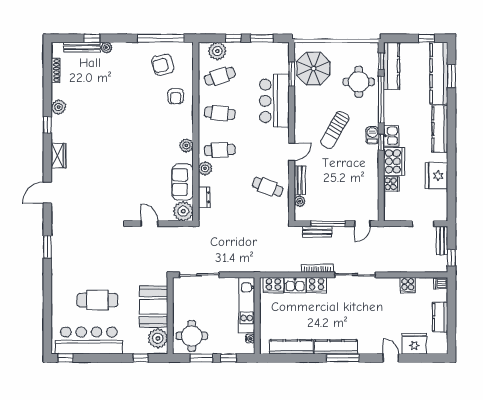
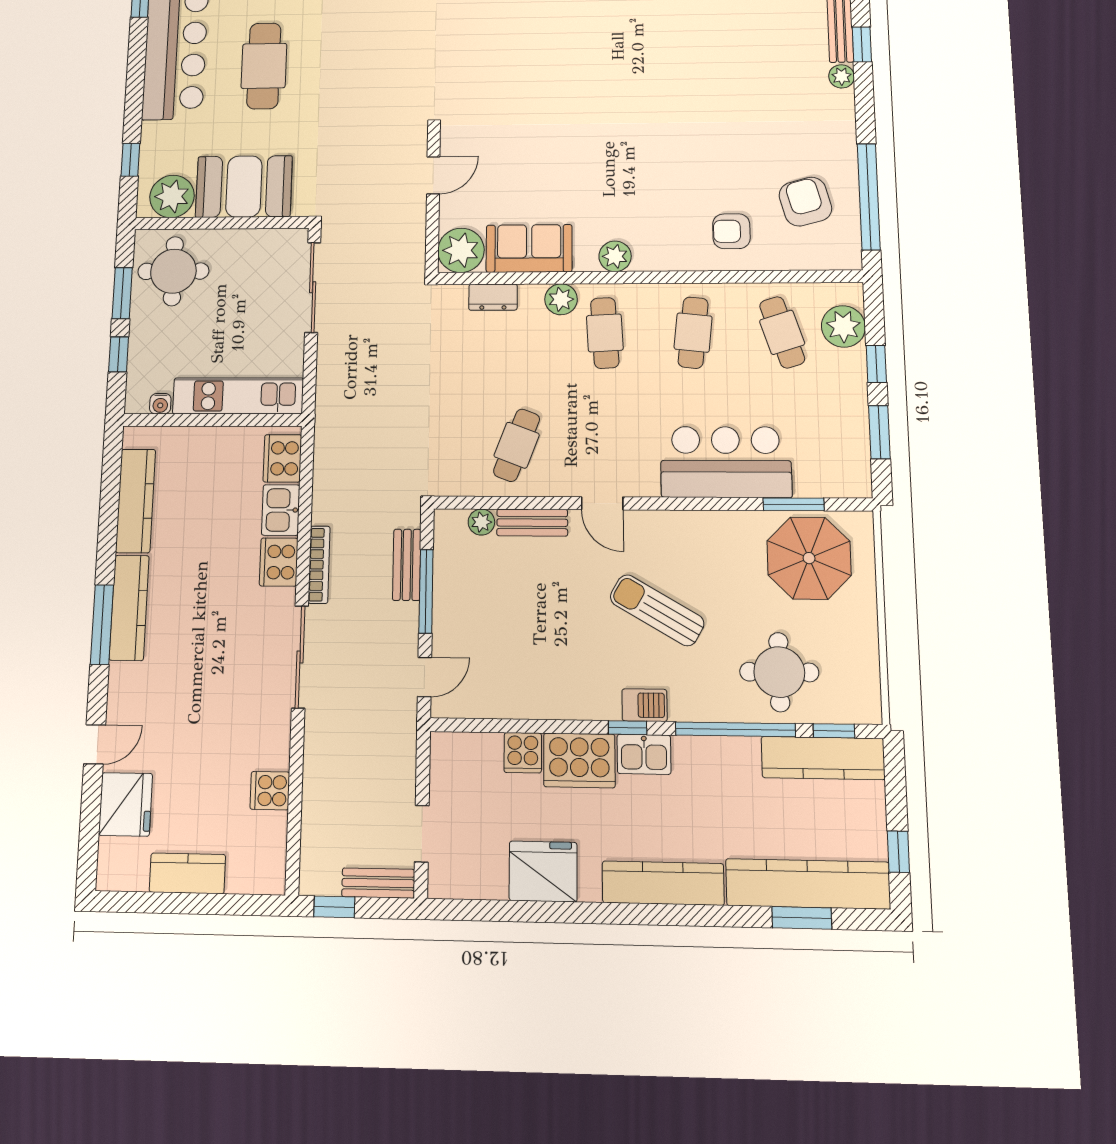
door: (362, 224) -> (424, 677), swing flipped
dishwasher: (441, 284) -> (270, 877), removed

